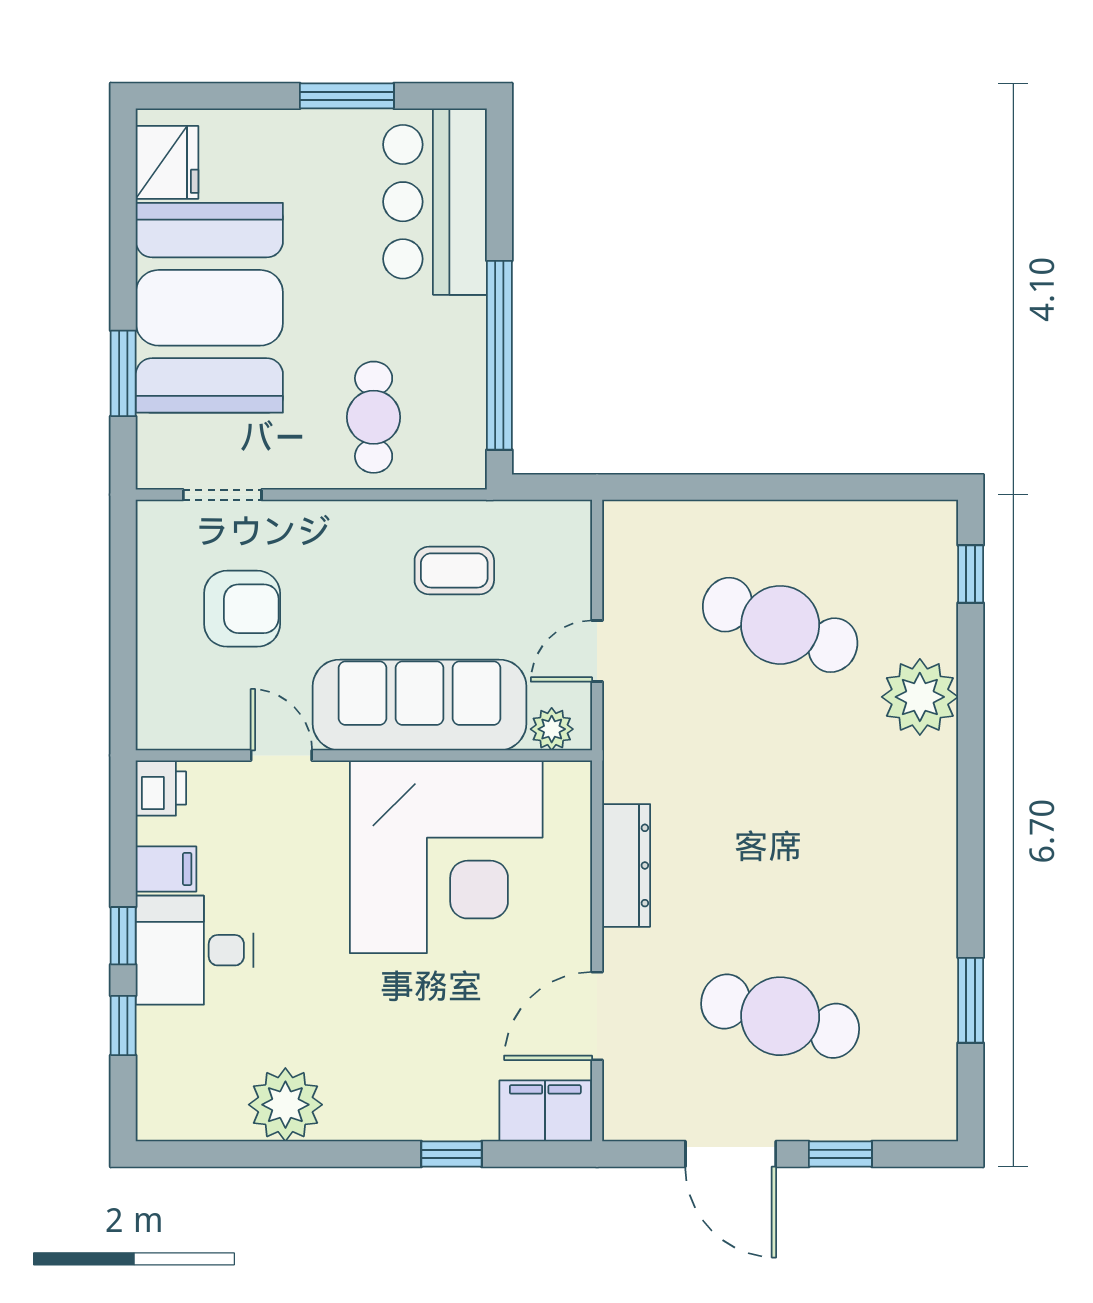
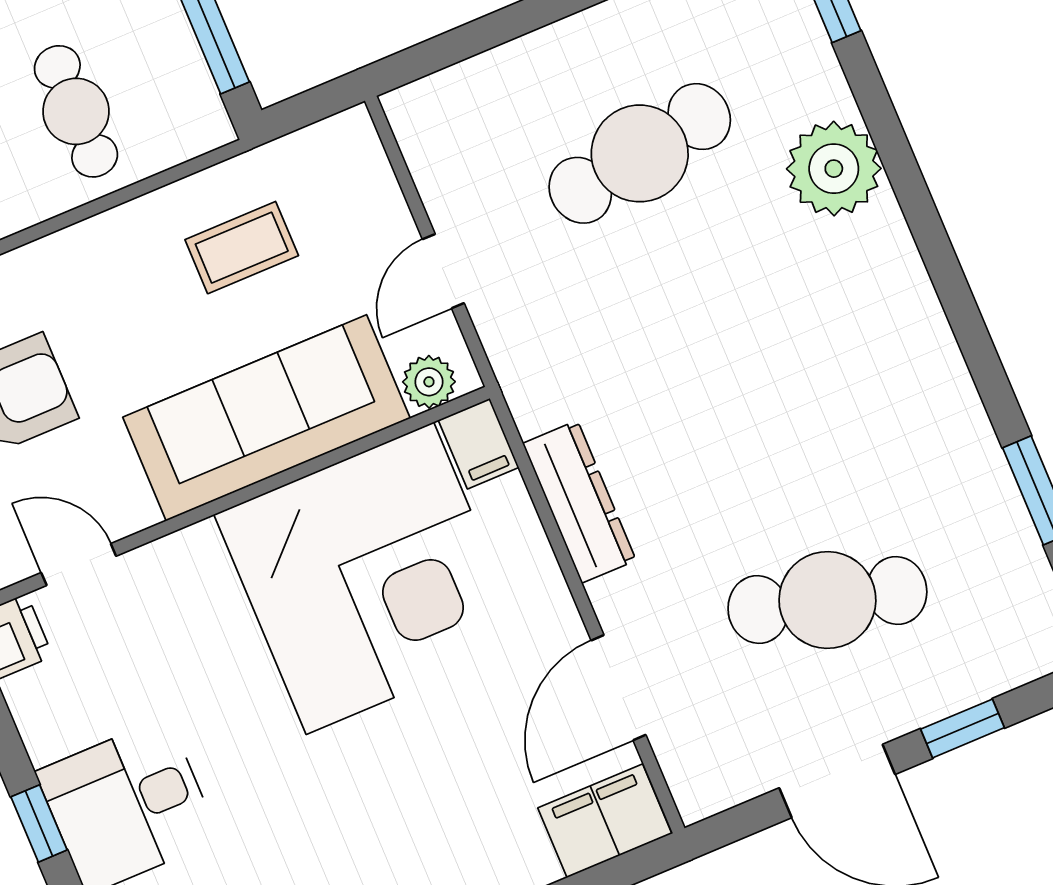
cafe table: (780, 625) -> (640, 153), turned -30
door: (281, 755) -> (79, 564), moved
filing cabinet: (166, 869) -> (479, 444), moved, turned 90

